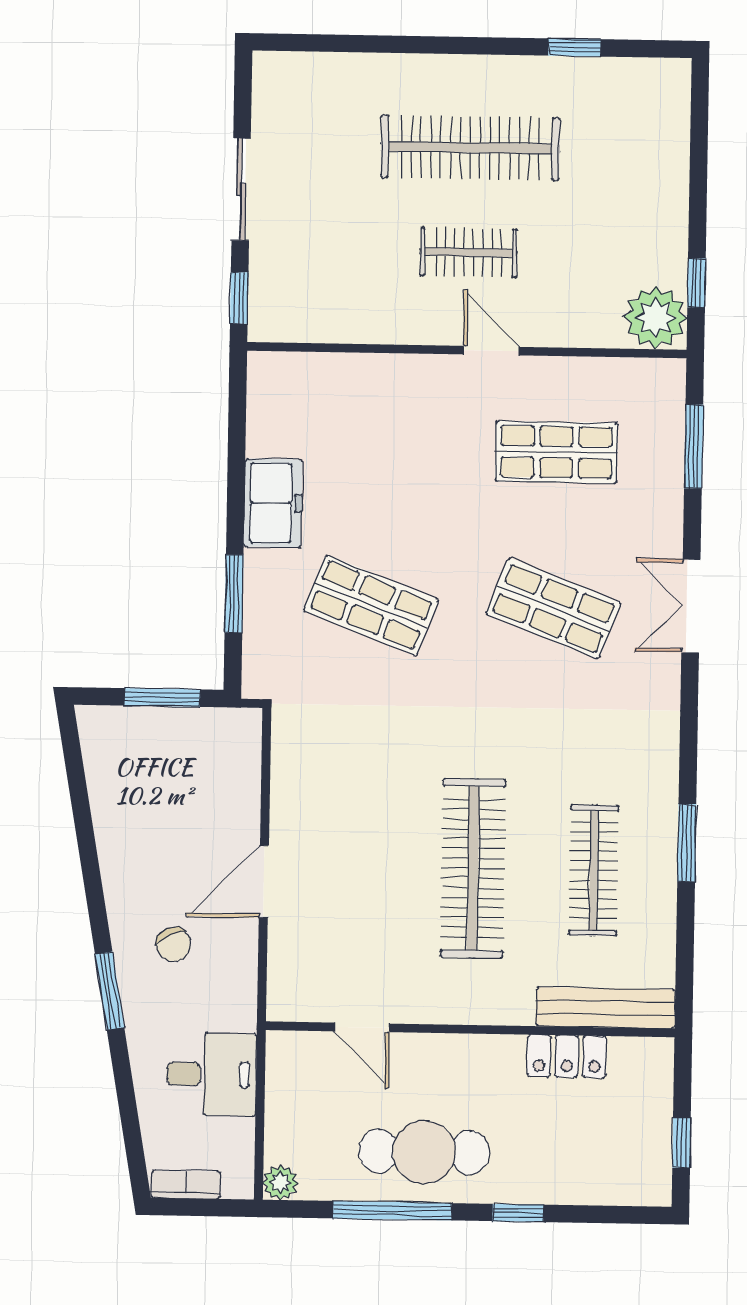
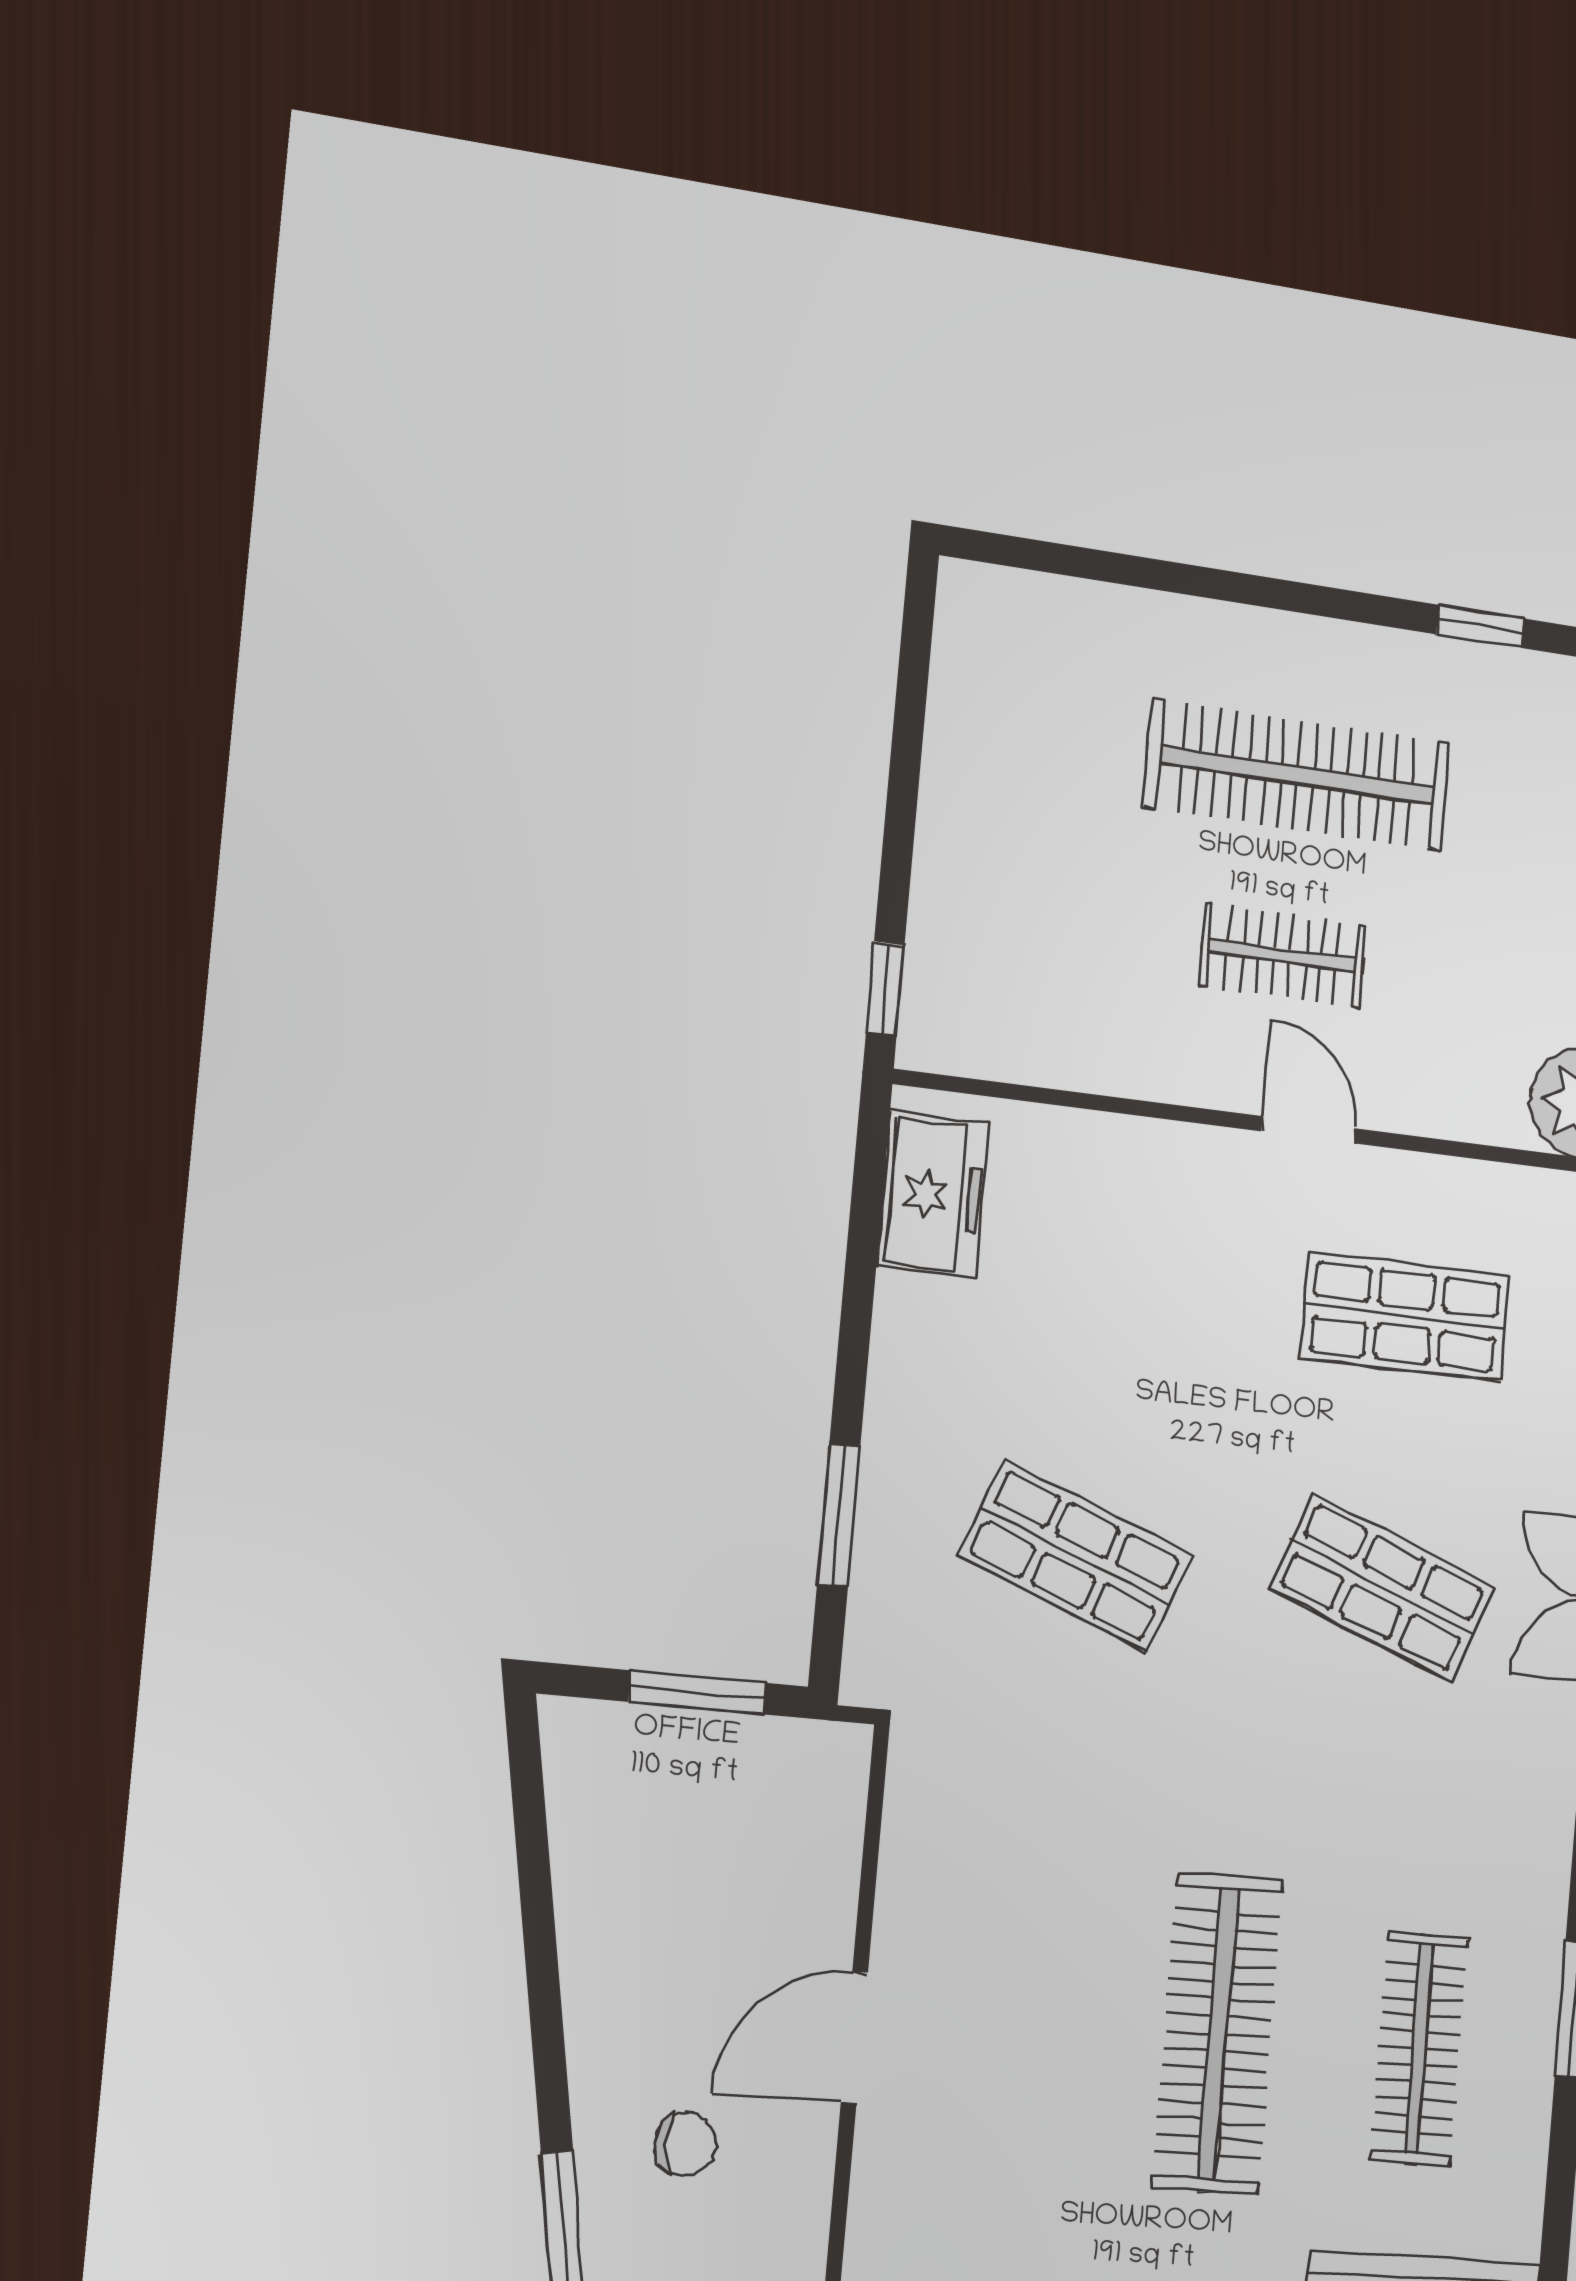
sliding door: (241, 189) -> (902, 797), removed
freezer: (273, 503) -> (933, 1195), moved
chair: (174, 945) -> (685, 2144), turned -65

